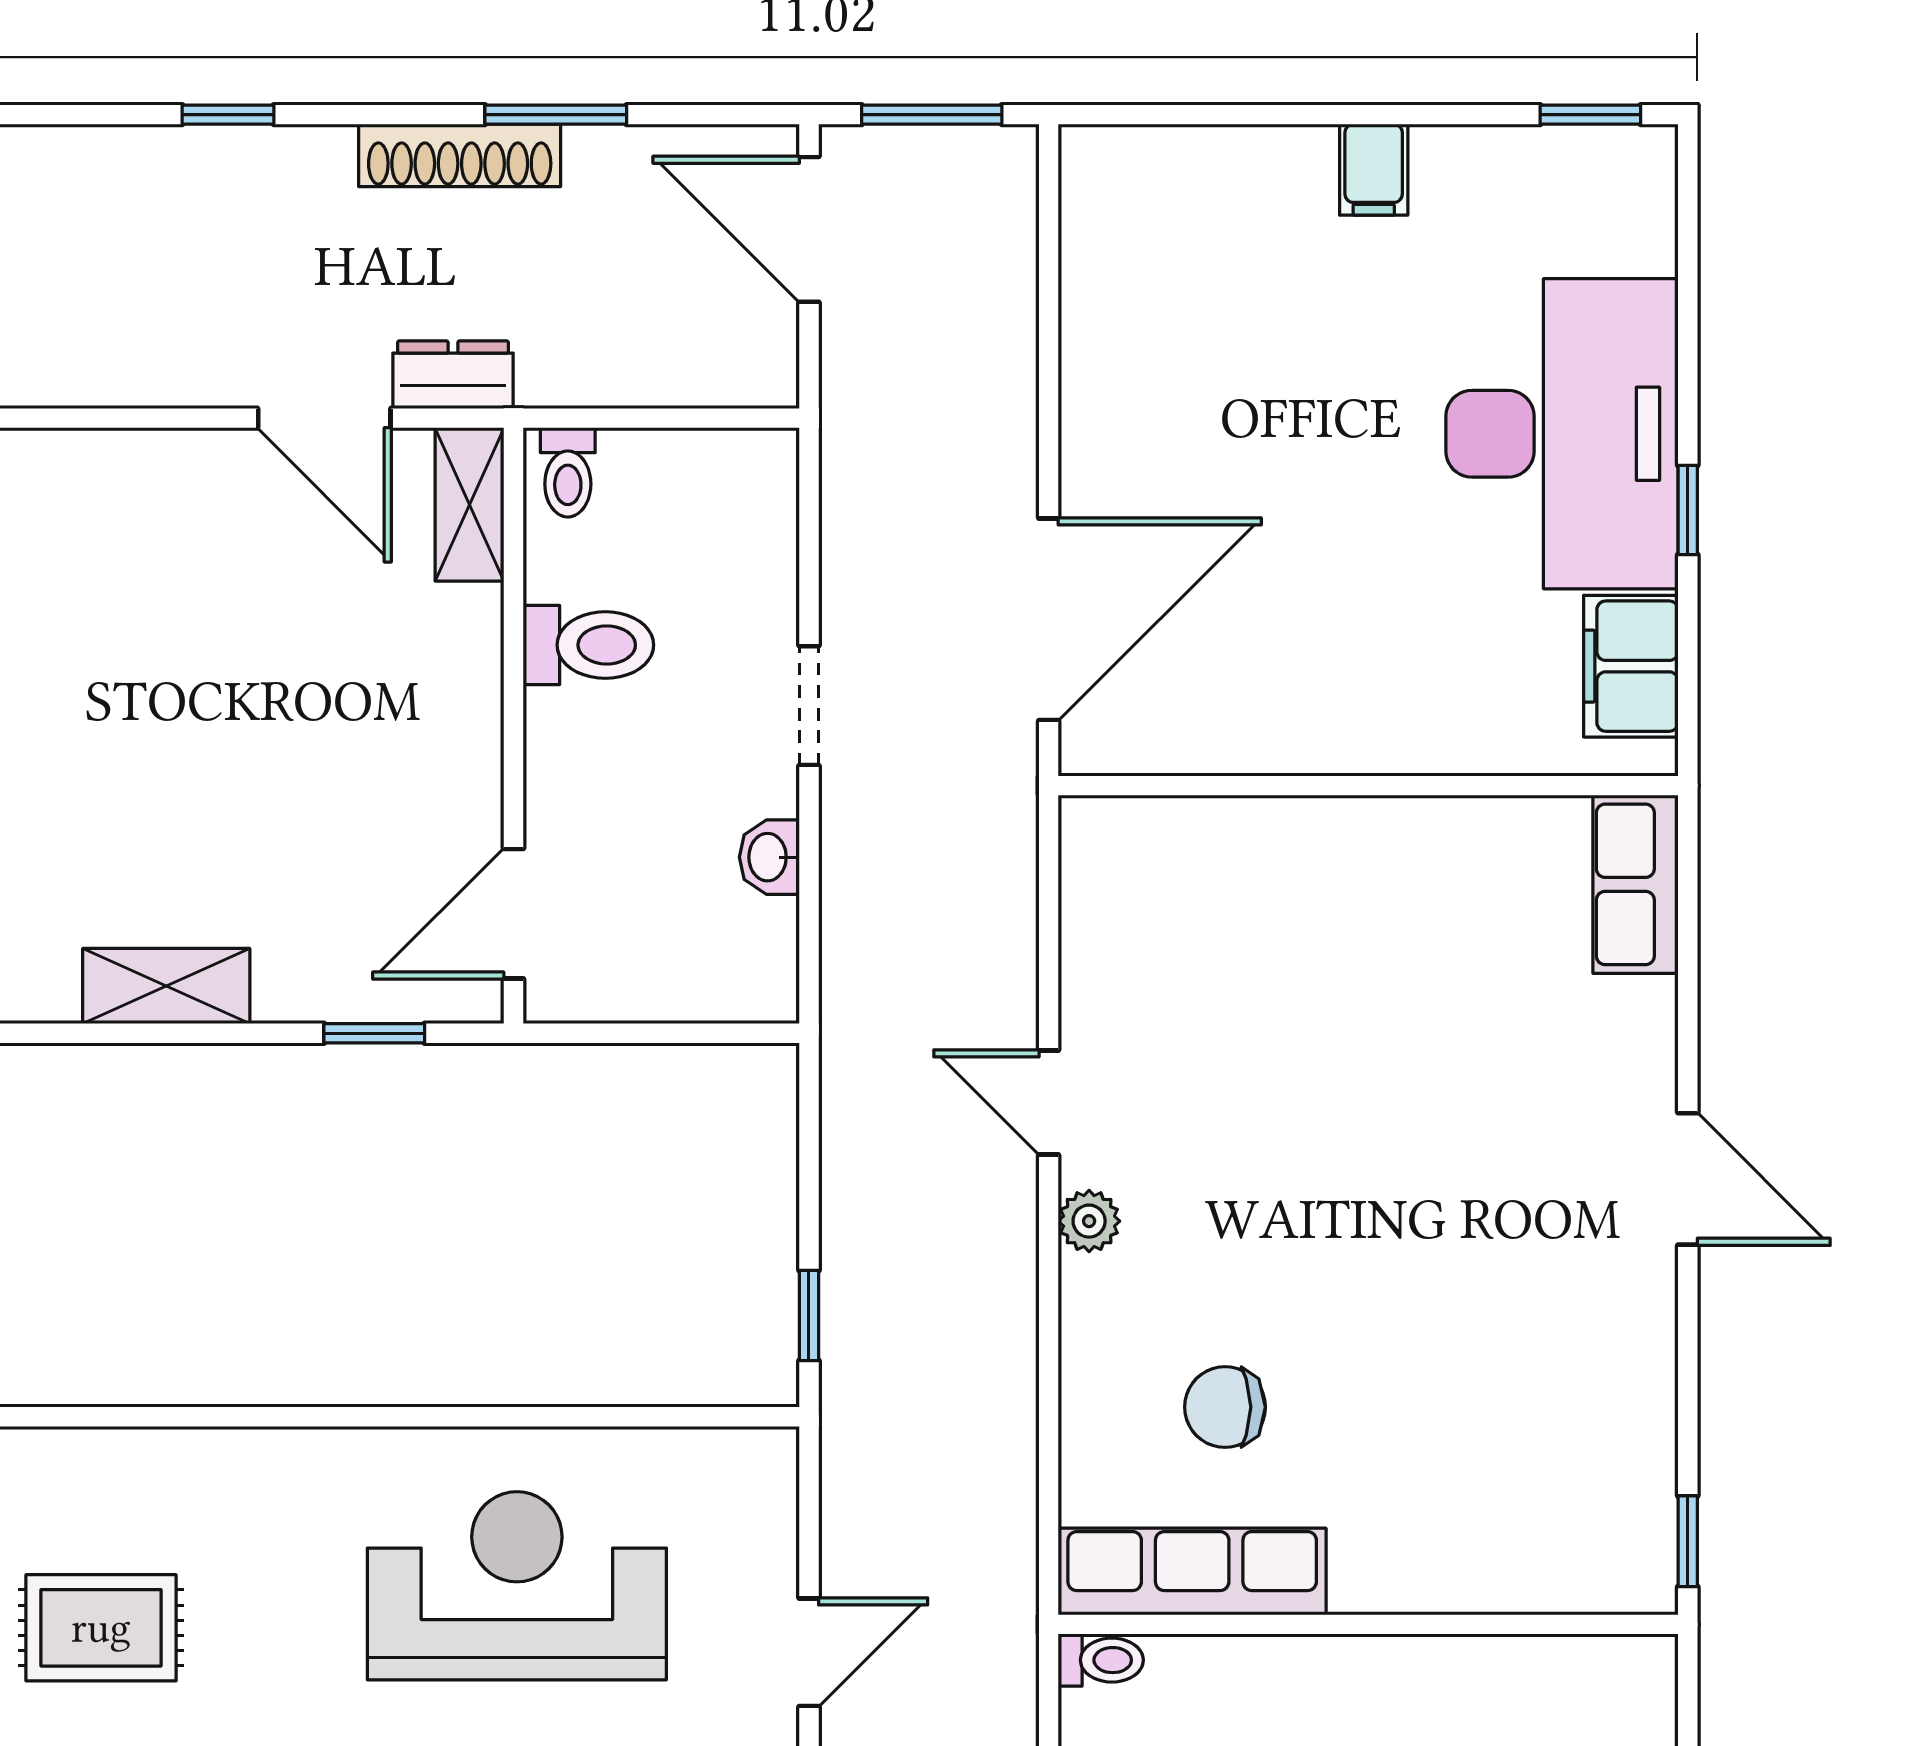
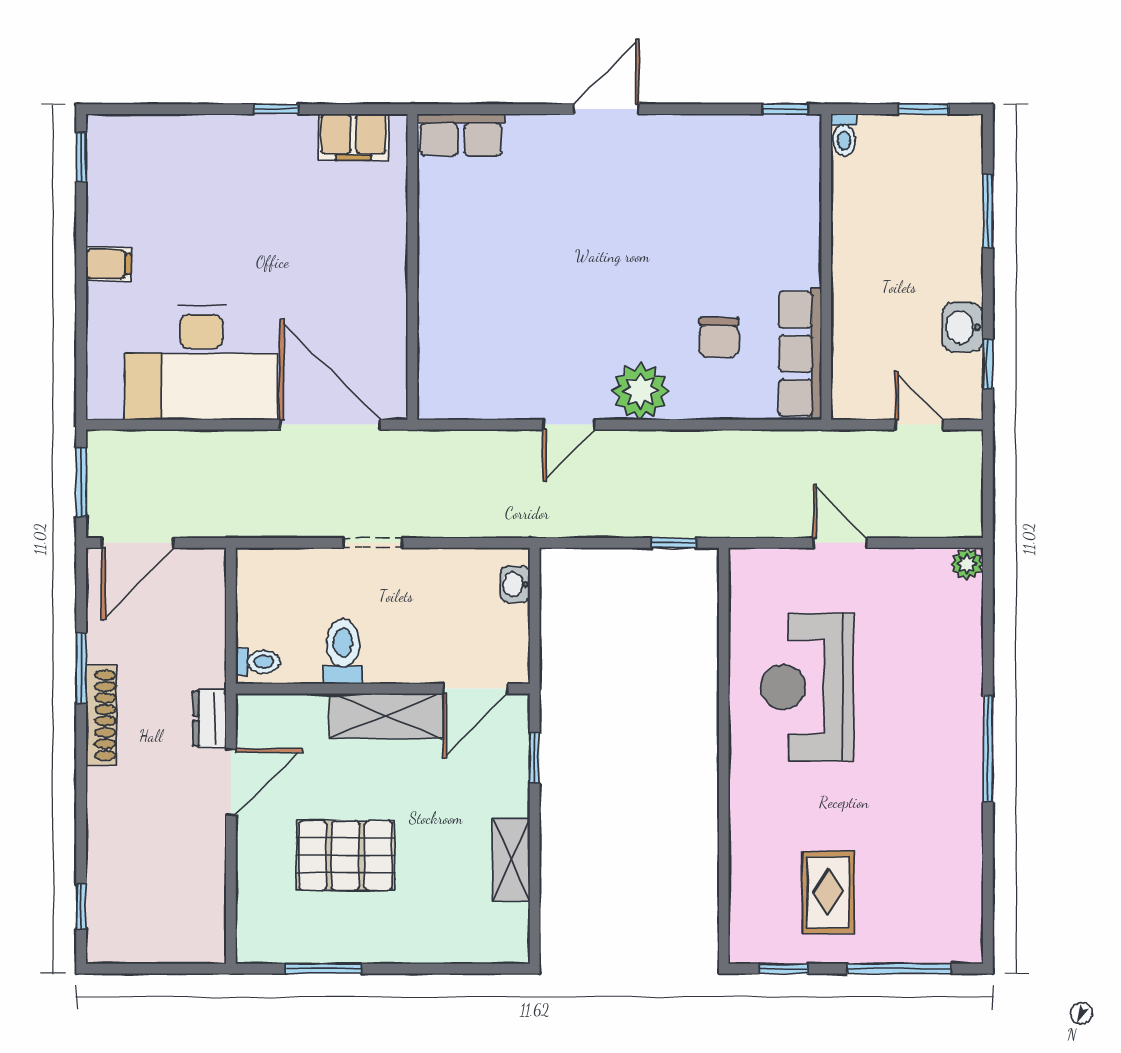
window: (228, 115) -> (81, 906), moved
desk: (1562, 434) -> (201, 362), moved, turned 180
shelving: (469, 505) -> (386, 716), moved, width x1.50, depth x1.33
pallet: (176, 650) -> (345, 855), added
washbasin: (769, 857) -> (515, 584), moved, turned 90
door: (513, 914) -> (475, 689), hinge flipped
plant: (1089, 1221) -> (641, 391), width x1.87, depth x1.87
toilet: (1101, 1660) -> (844, 135), moved, turned 180

